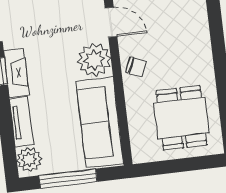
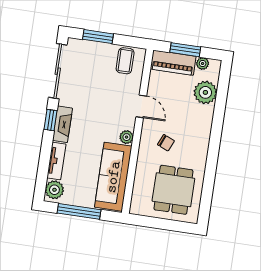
plant: (94, 60) -> (127, 137), width x0.53, depth x0.53
chair: (136, 67) -> (166, 143), moved

